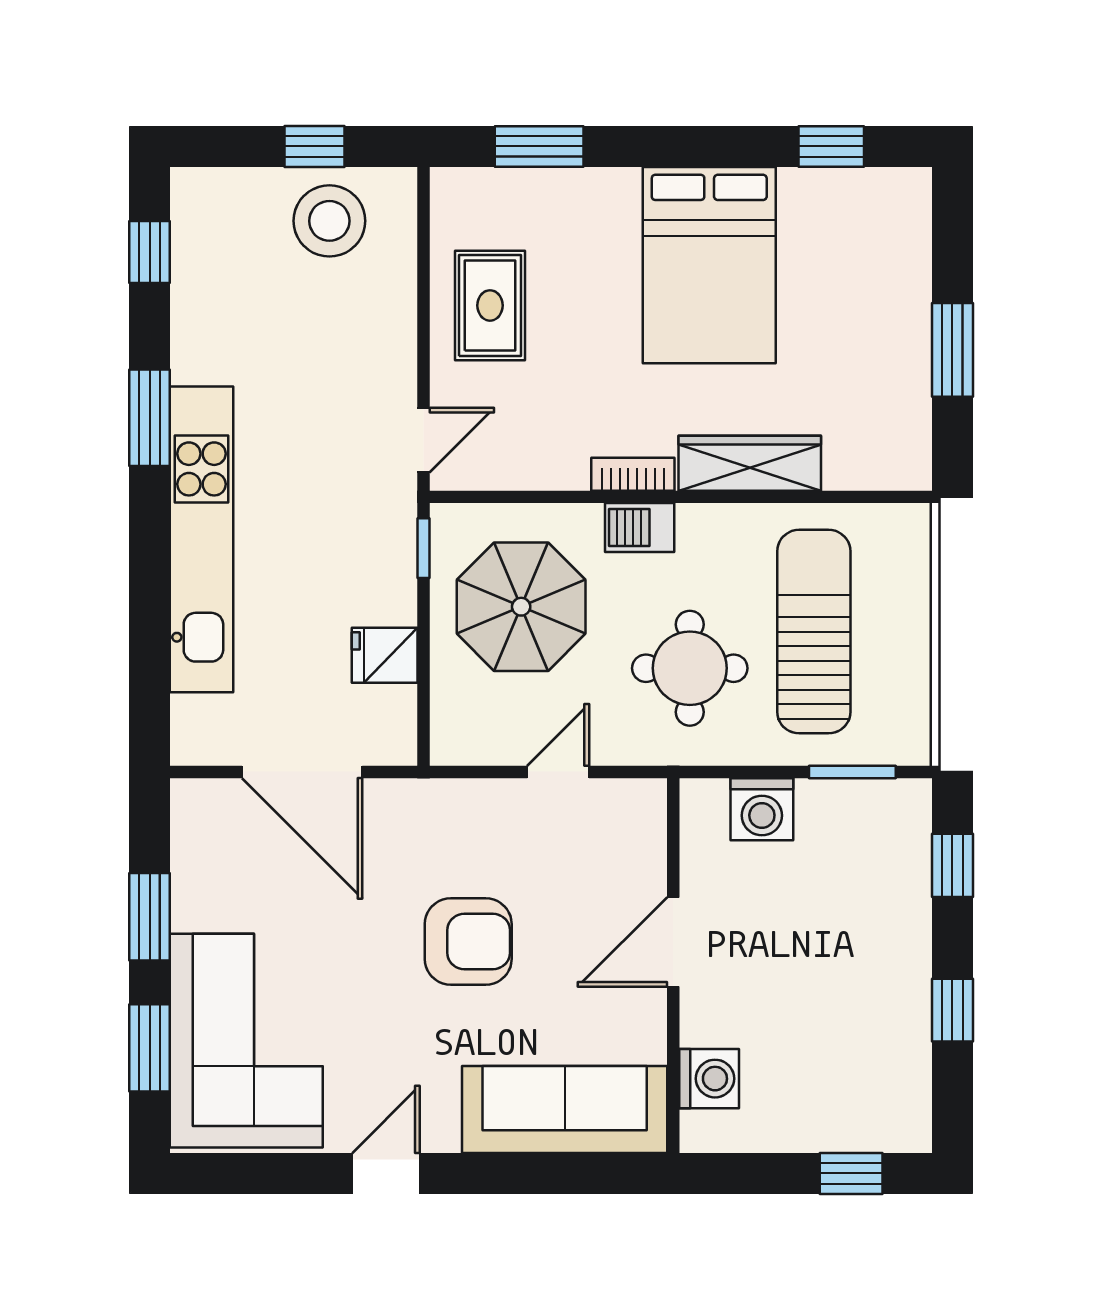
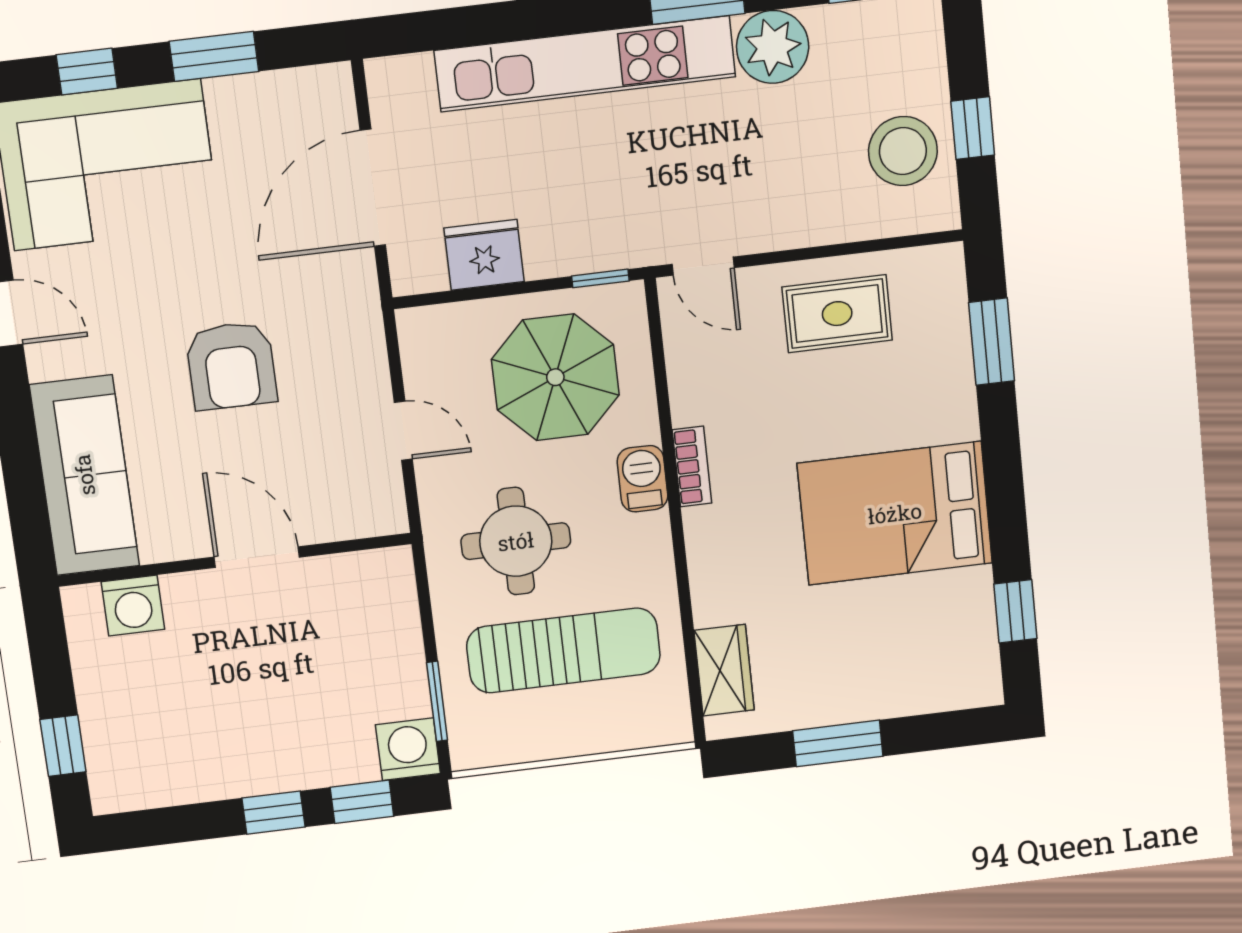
plant: (207, 345) -> (773, 47), added
wardrobe: (750, 463) -> (724, 670), moved, width x0.67
fridge: (385, 655) -> (484, 255), width x1.38
washing machine: (762, 809) -> (408, 749), moved, turned 90
window: (952, 1010) -> (273, 813), moved
window: (150, 1048) -> (87, 71), width x0.67

